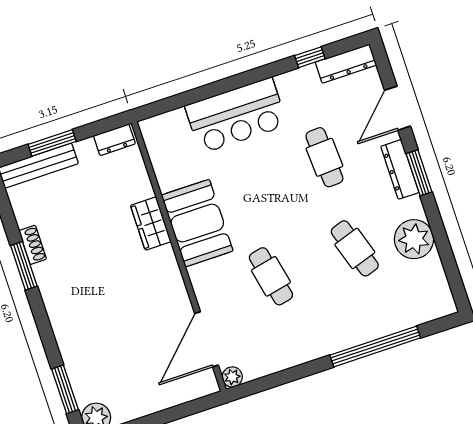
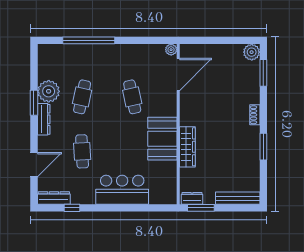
window: (52, 143) -> (201, 208), moved
dresser: (400, 169) -> (44, 119), moved
window: (419, 173) -> (34, 103), moved
wardrobe: (151, 223) -> (187, 147), width x1.50
shoe rack: (33, 245) -> (255, 115), moved
cafe table: (355, 248) -> (82, 97), turned 30

